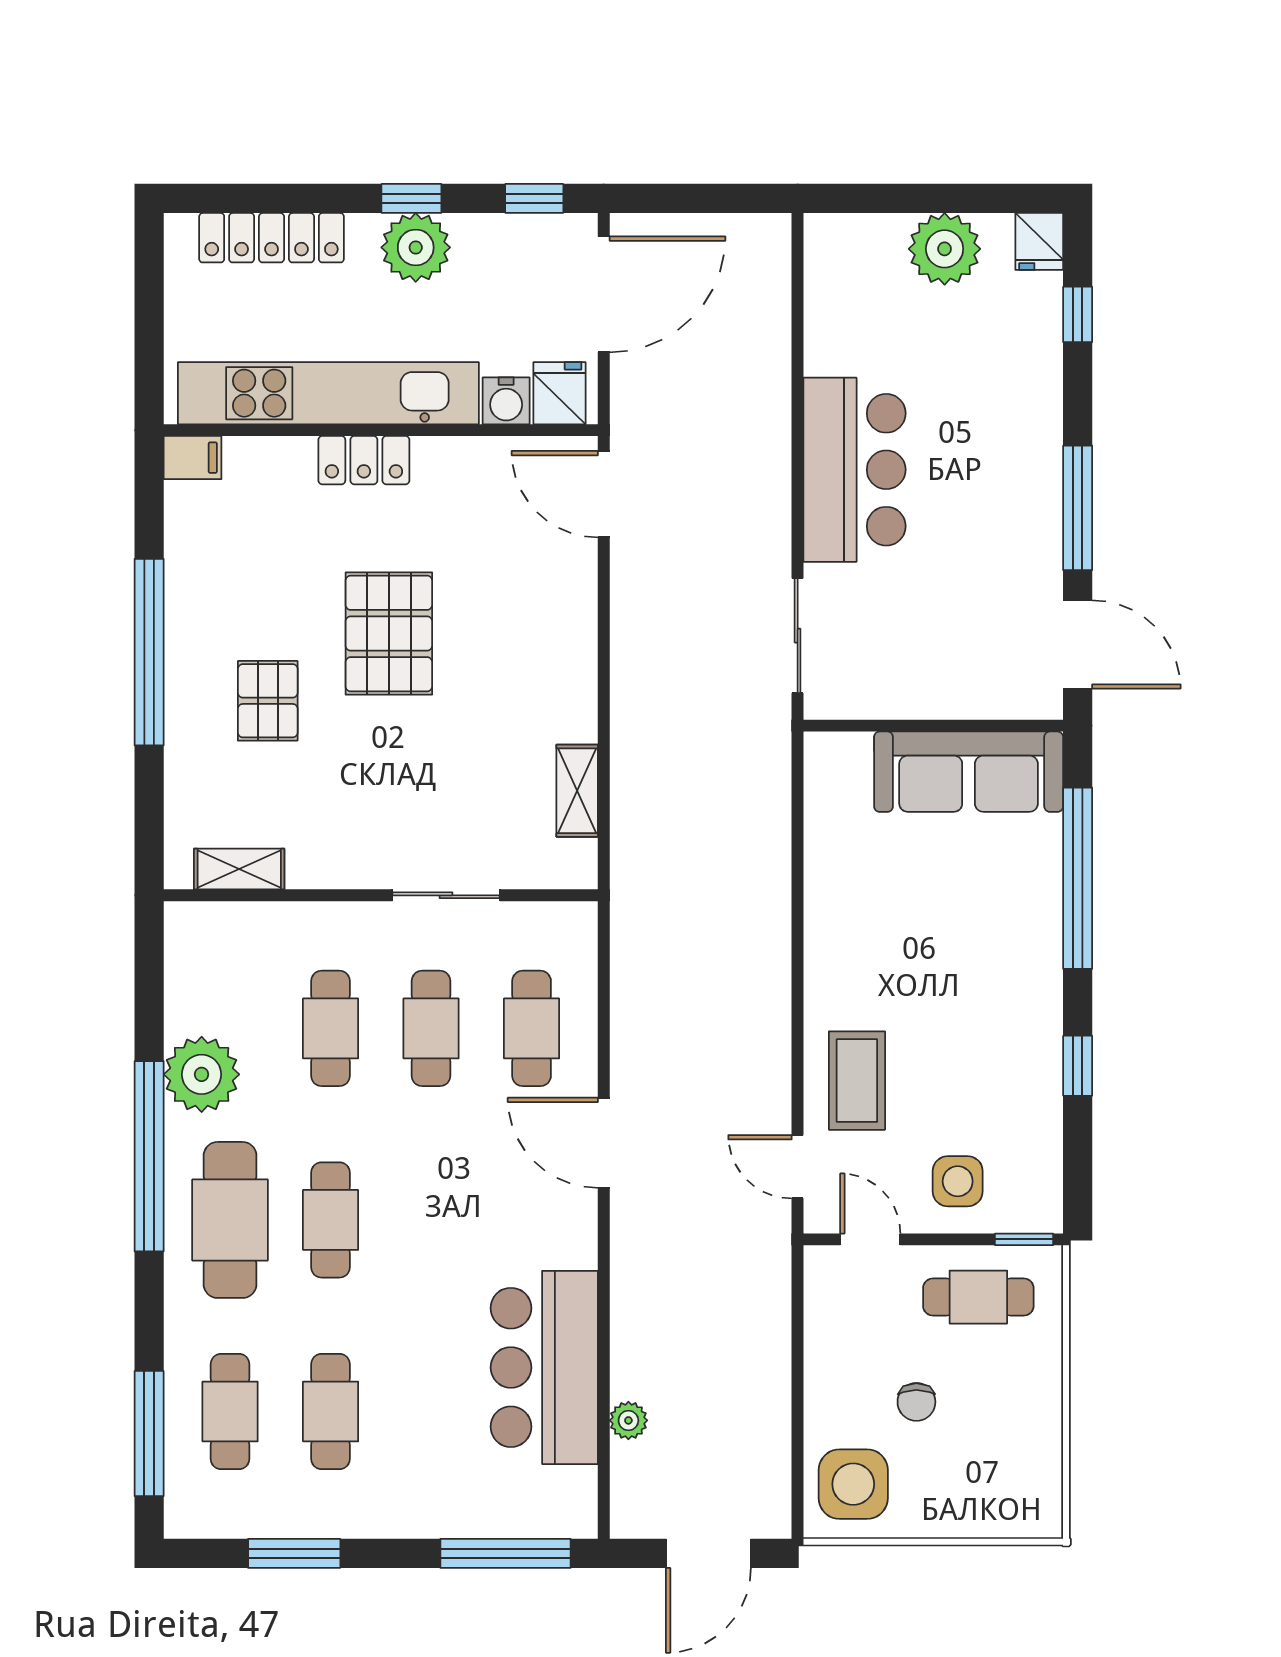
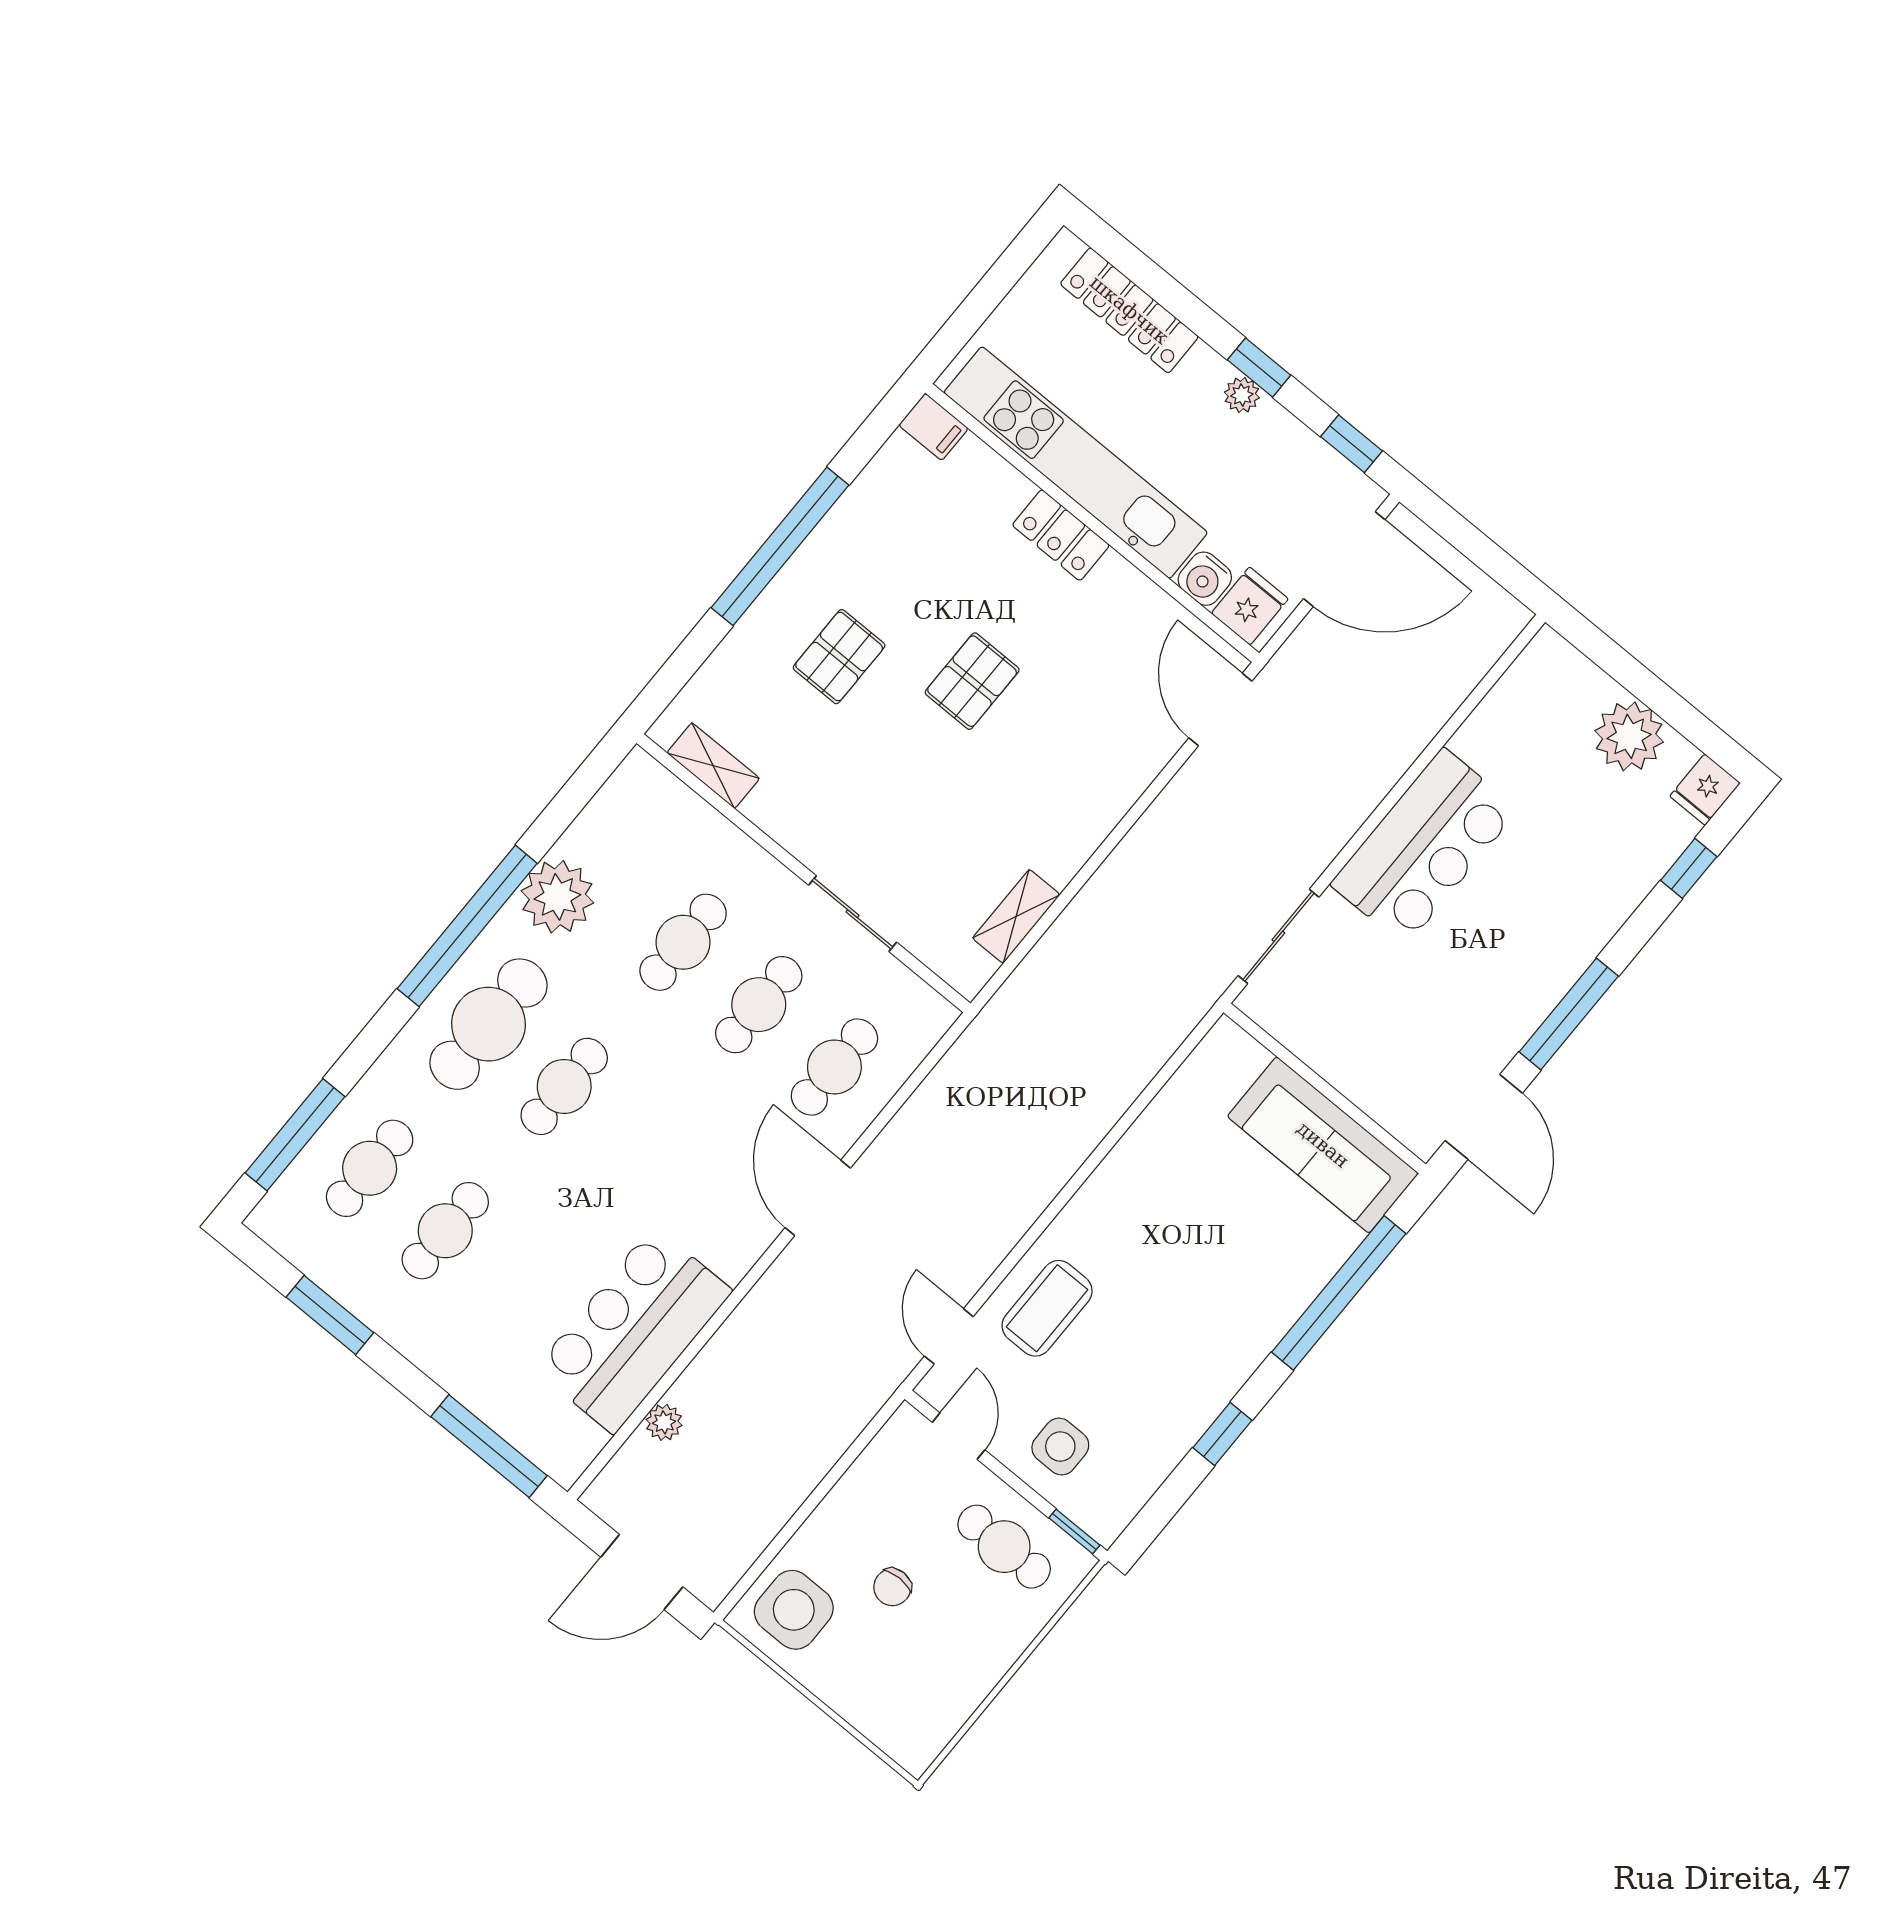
plant: (416, 247) -> (1242, 395), width x0.53, depth x0.53
pallet: (389, 633) -> (972, 681), width x0.67, depth x0.71

